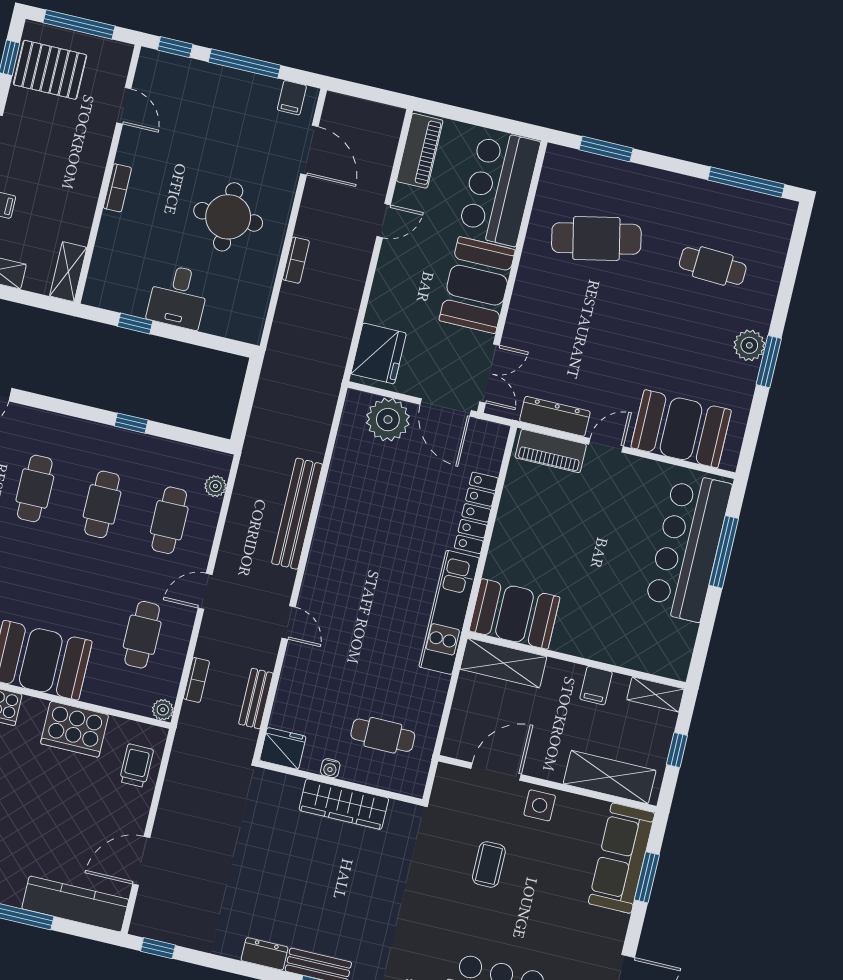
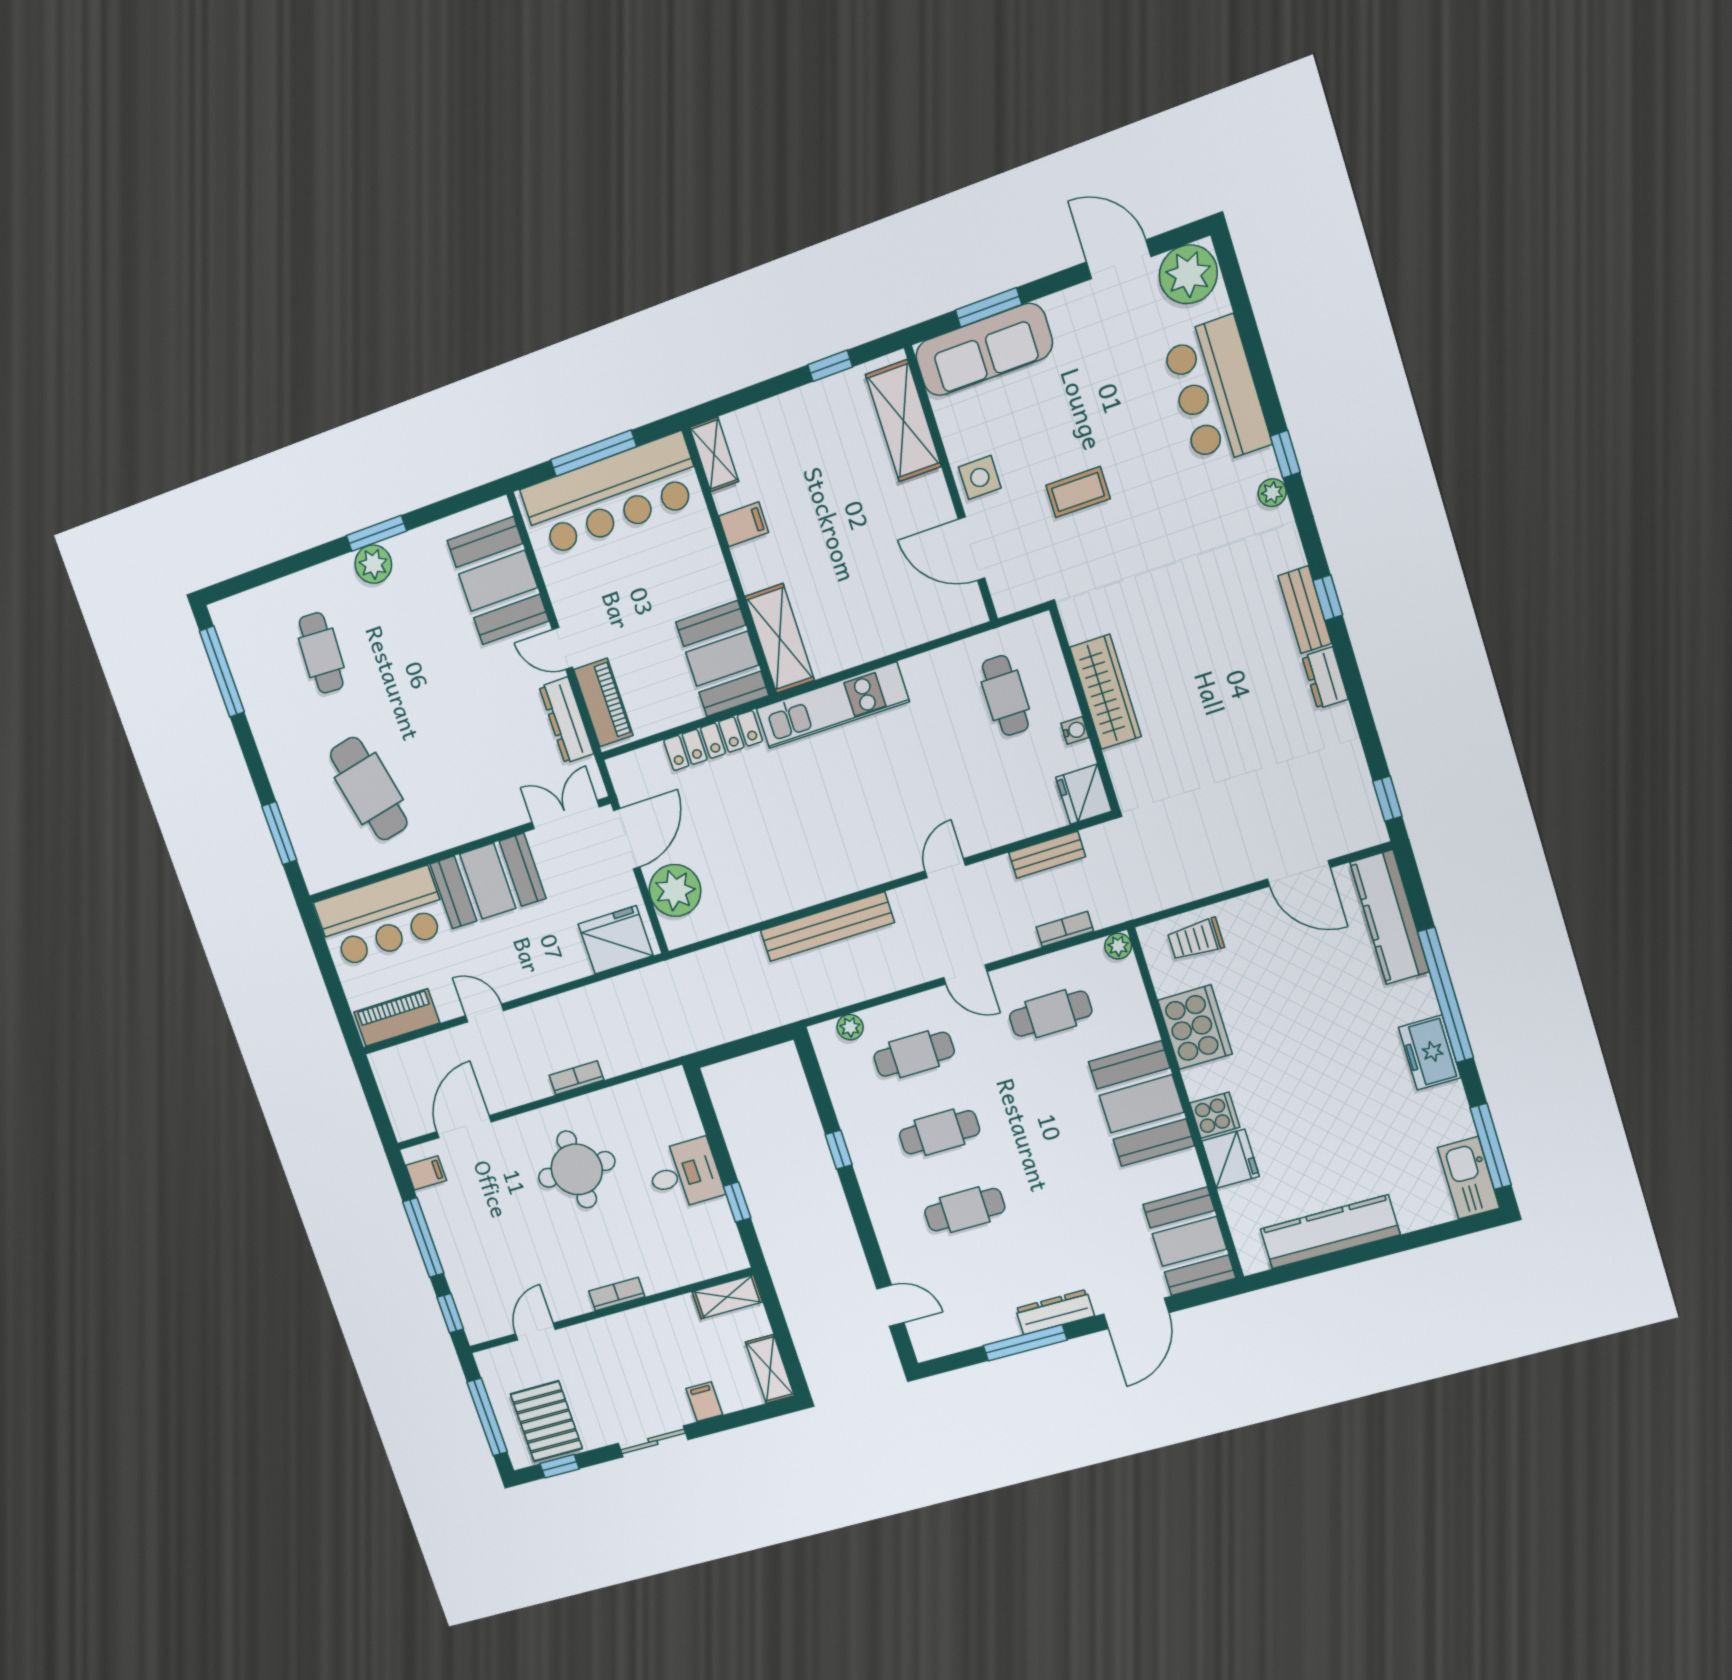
booth: (515, 614) -> (722, 659), moved
wall: (577, 660) -> (730, 562), moved
shelving: (503, 663) -> (780, 638), moved
filing cabinet: (596, 686) -> (744, 524), moved
shelving: (655, 694) -> (714, 454), moved

